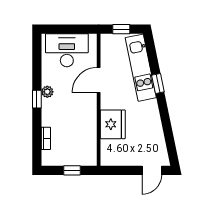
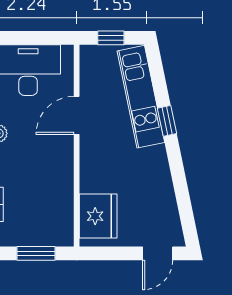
fridge: (113, 124) -> (98, 216), moved
window: (72, 170) -> (36, 253), width x1.50

